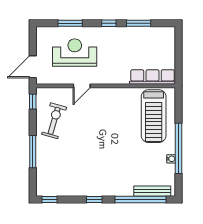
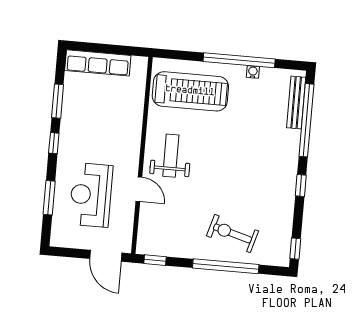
row of seats: (153, 77) -> (98, 63), moved, turned -90
weight bench: (107, 106) -> (171, 156), added
exercise bike: (54, 121) -> (233, 233), moved
window: (33, 152) -> (226, 266), width x1.46

